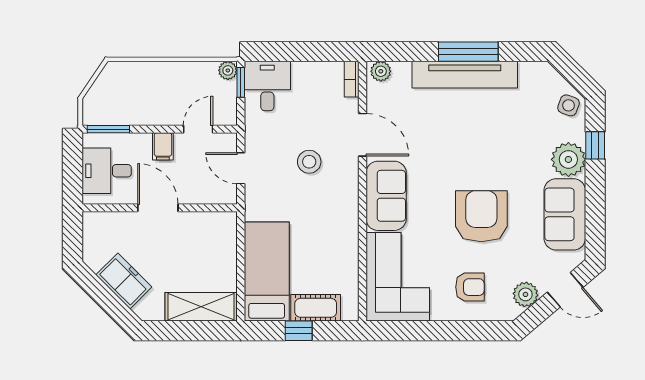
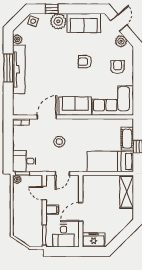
plant: (381, 71) -> (17, 39), moved
armchair: (481, 216) -> (85, 62), width x0.53, depth x0.53
freezer: (124, 281) -> (94, 240), moved, turned 45

